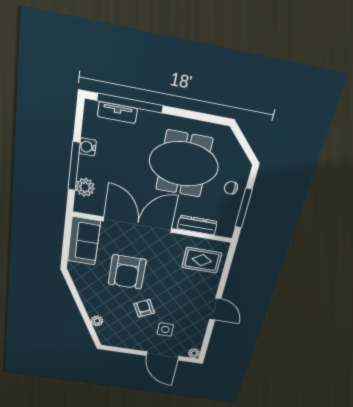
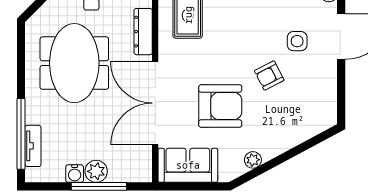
plant: (85, 187) -> (96, 171), moved
plant: (97, 321) -> (253, 160), moved

